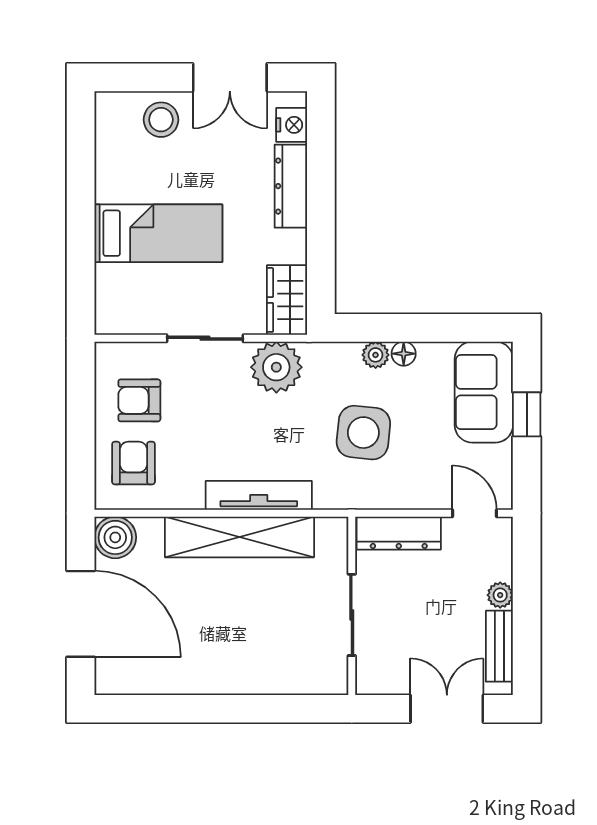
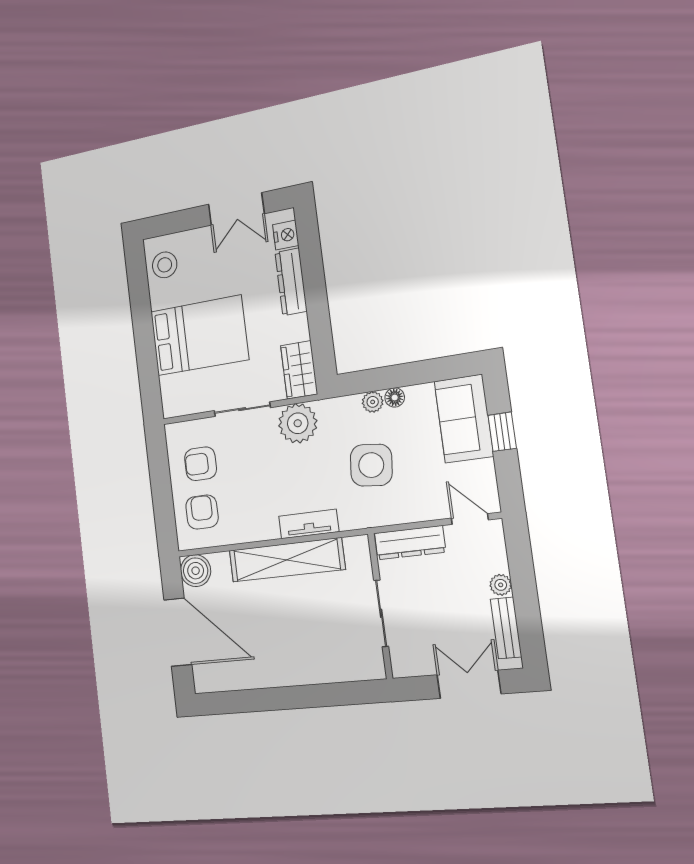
stool: (161, 120) -> (165, 265), moved
bed: (158, 233) -> (199, 335), width x1.50
tv unit: (259, 495) -> (309, 524), width x0.71

